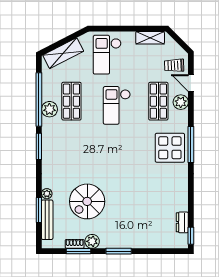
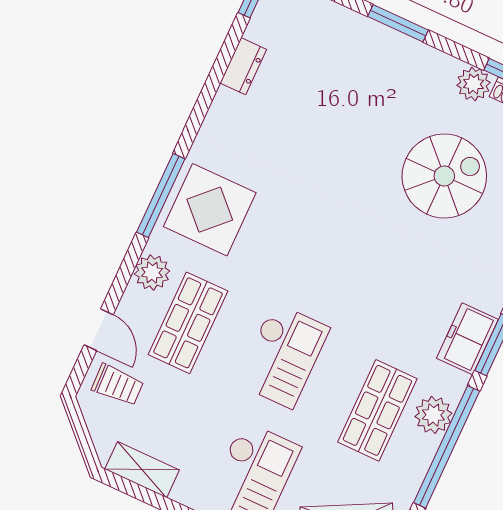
plant: (181, 102) -> (152, 272), moved
freezer: (50, 144) -> (467, 339), added
dresser: (182, 222) -> (243, 66), moved
window: (119, 251) -> (398, 23), moved

